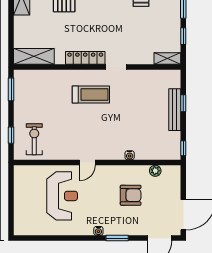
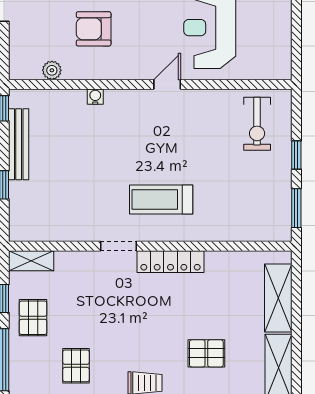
pallet: (166, 25) -> (33, 318), added
shelving: (34, 56) -> (278, 298), moved, turned 90
bench: (175, 110) -> (19, 144), moved
window: (11, 135) -> (296, 155), moved

